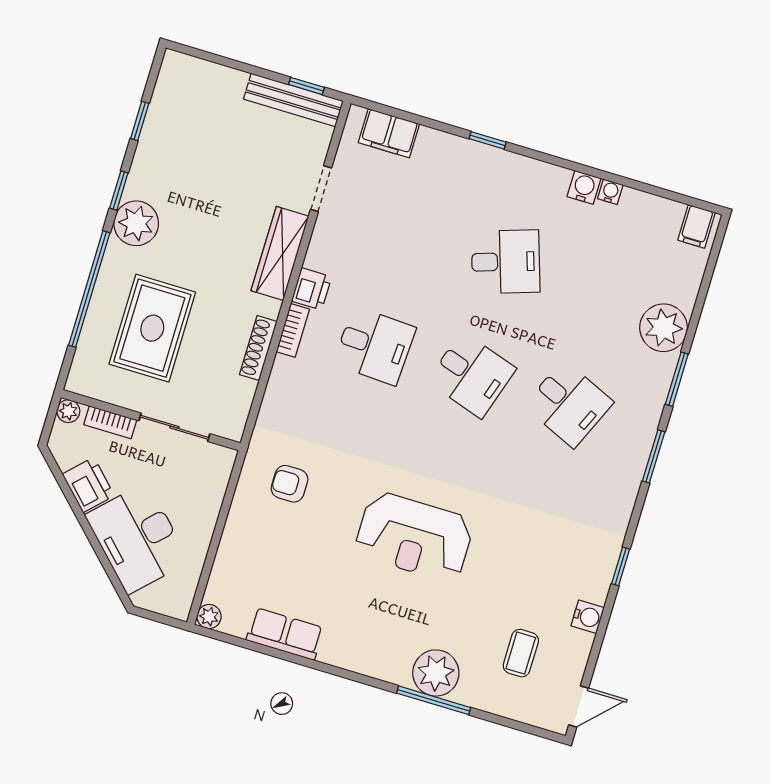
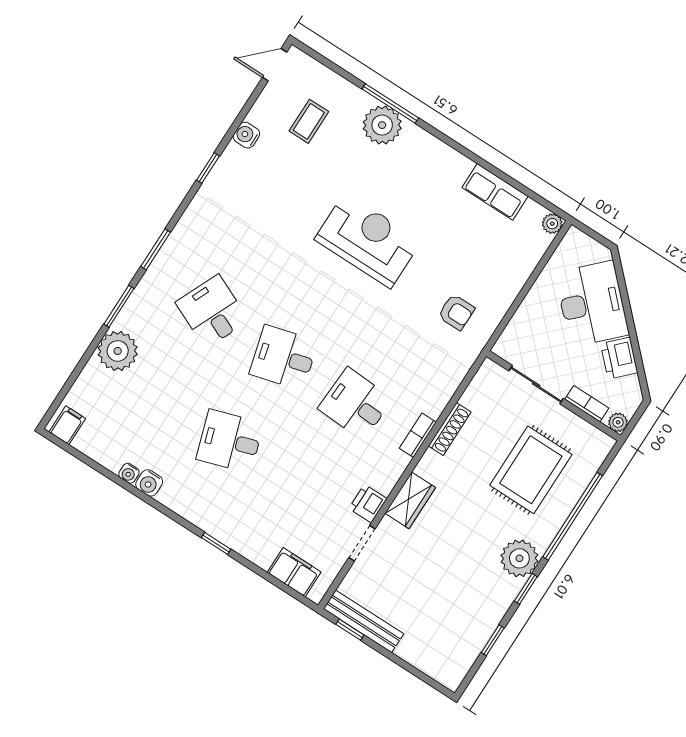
wardrobe: (280, 253) -> (410, 500), width x0.67
printer: (311, 289) -> (368, 504), moved
desk: (472, 375) -> (284, 358), turned -33

